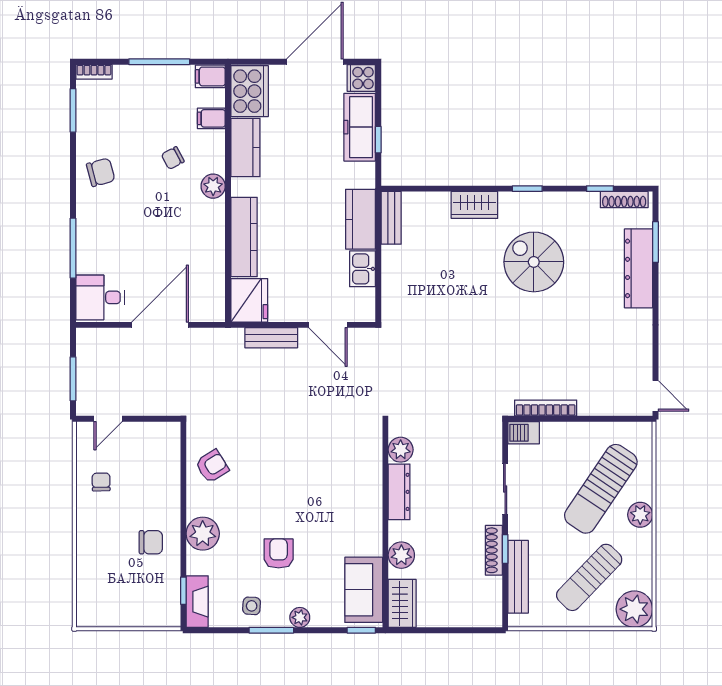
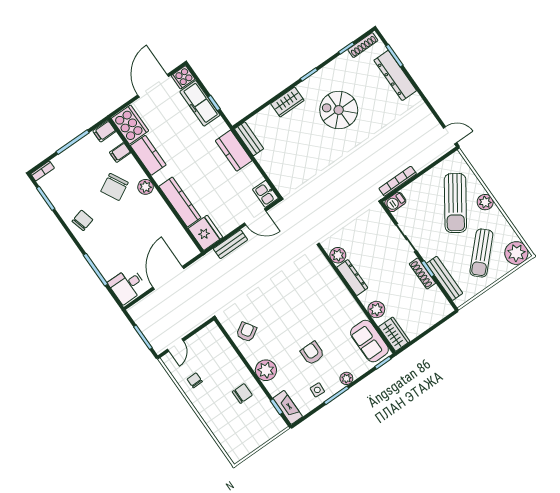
chair: (173, 158) -> (114, 187), width x1.87, depth x1.87
kitchen sink: (363, 269) -> (265, 194), moved

